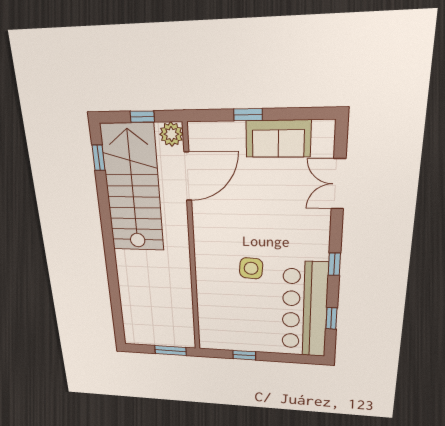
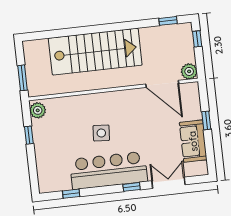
window: (142, 117) -> (197, 39), moved
stairs: (133, 189) -> (95, 52), moved
window: (334, 264) -> (132, 187), moved
bar counter: (305, 310) -> (109, 170), moved
plant: (213, 340) -> (38, 110), added

